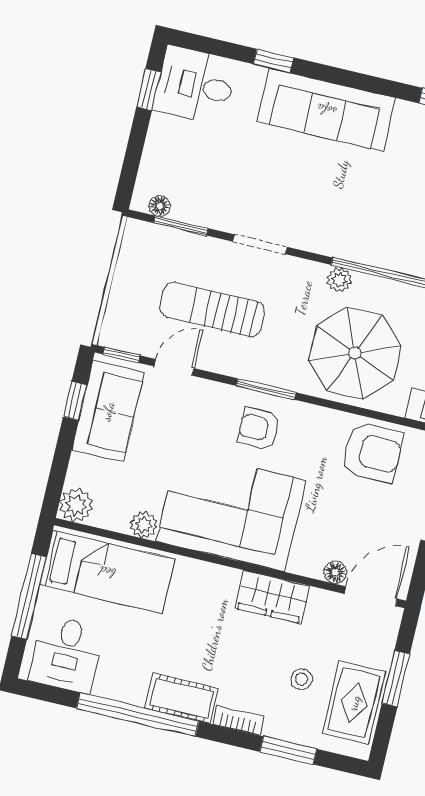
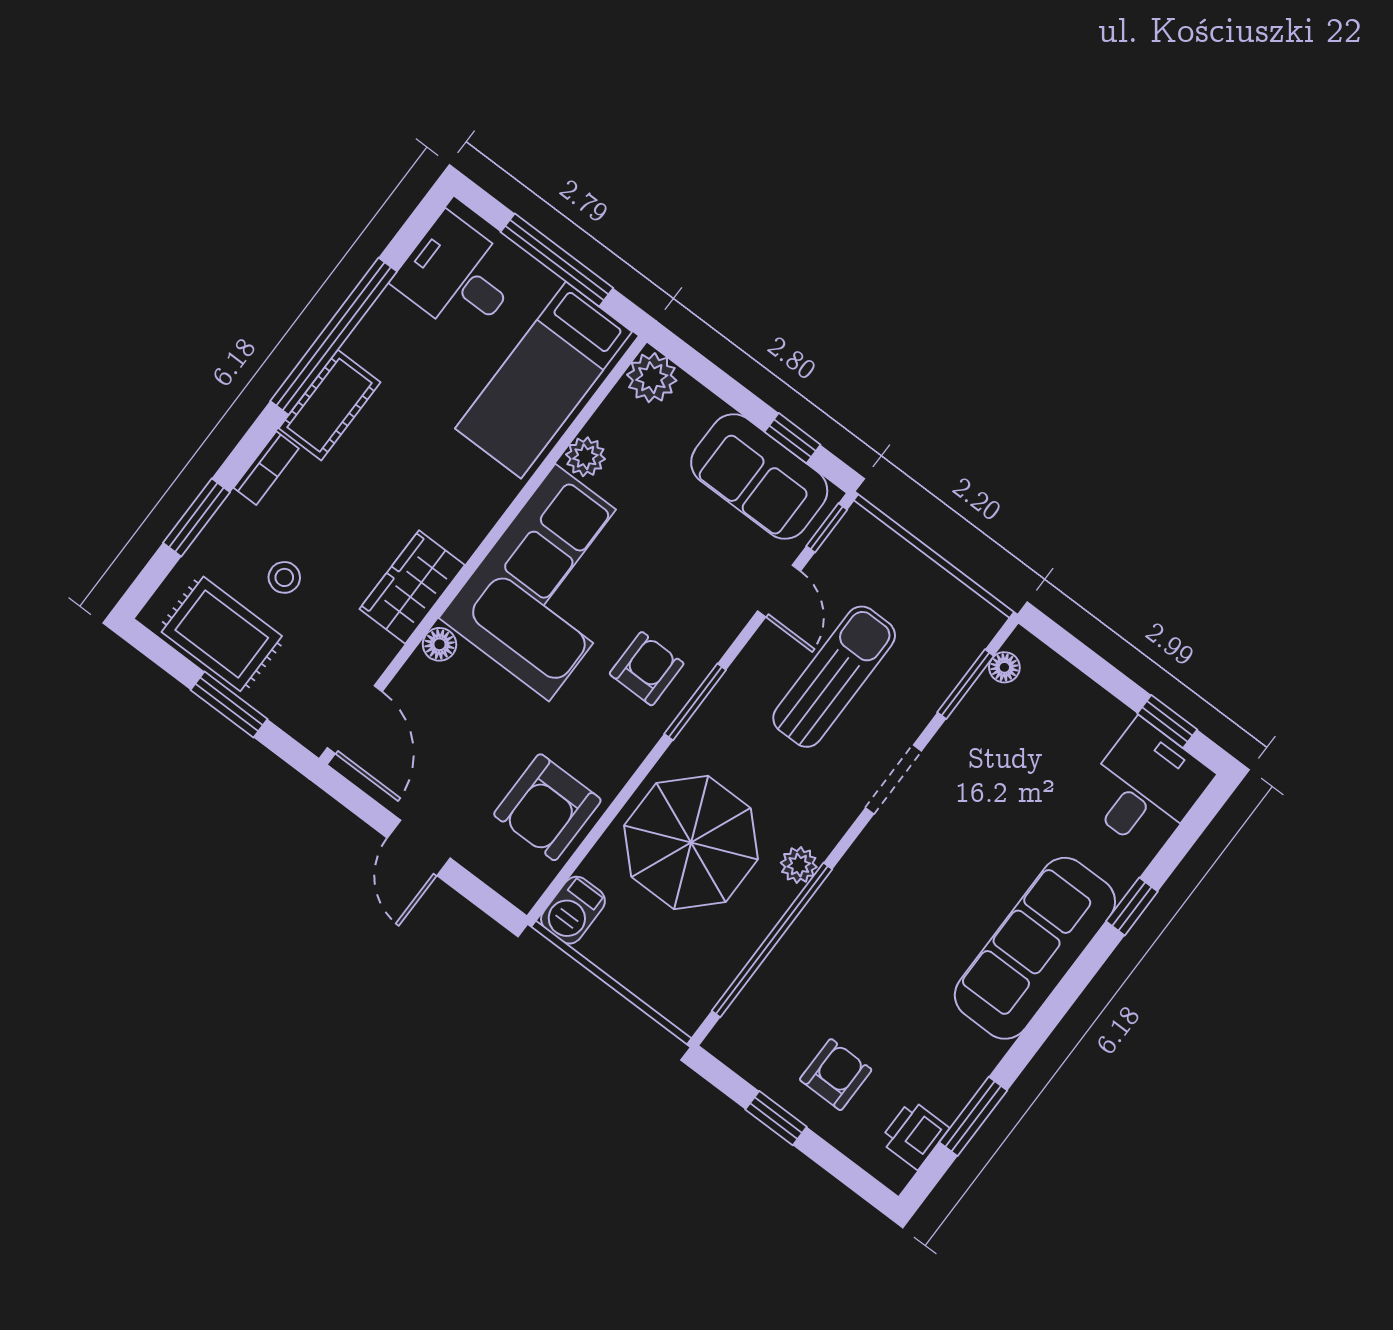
floor lamp: (335, 572) -> (439, 644), moved

